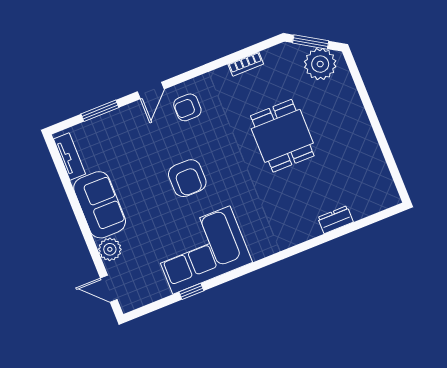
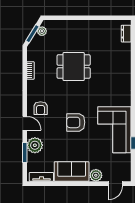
plant: (320, 64) -> (42, 31), width x0.53, depth x0.53
plant: (120, 123) -> (35, 145), added
armchair: (187, 178) -> (76, 122), turned 180
dresser: (335, 220) -> (126, 34), moved

